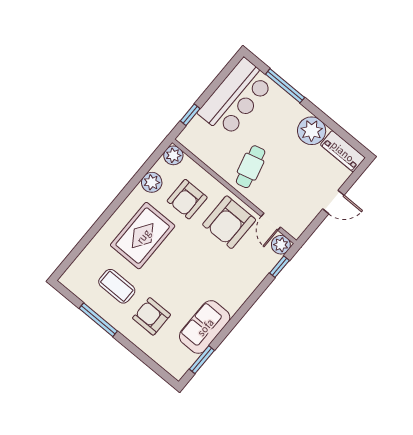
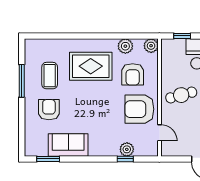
armchair: (187, 199) -> (133, 74), turned -90
door: (271, 222) -> (159, 133), swing flipped
plant: (281, 245) -> (127, 149), moved
window: (279, 267) -> (125, 159), moved

